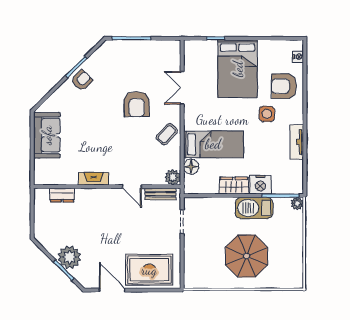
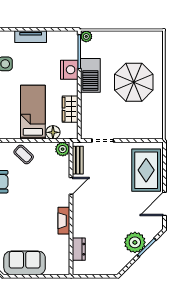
wardrobe: (234, 186) -> (70, 109), moved

